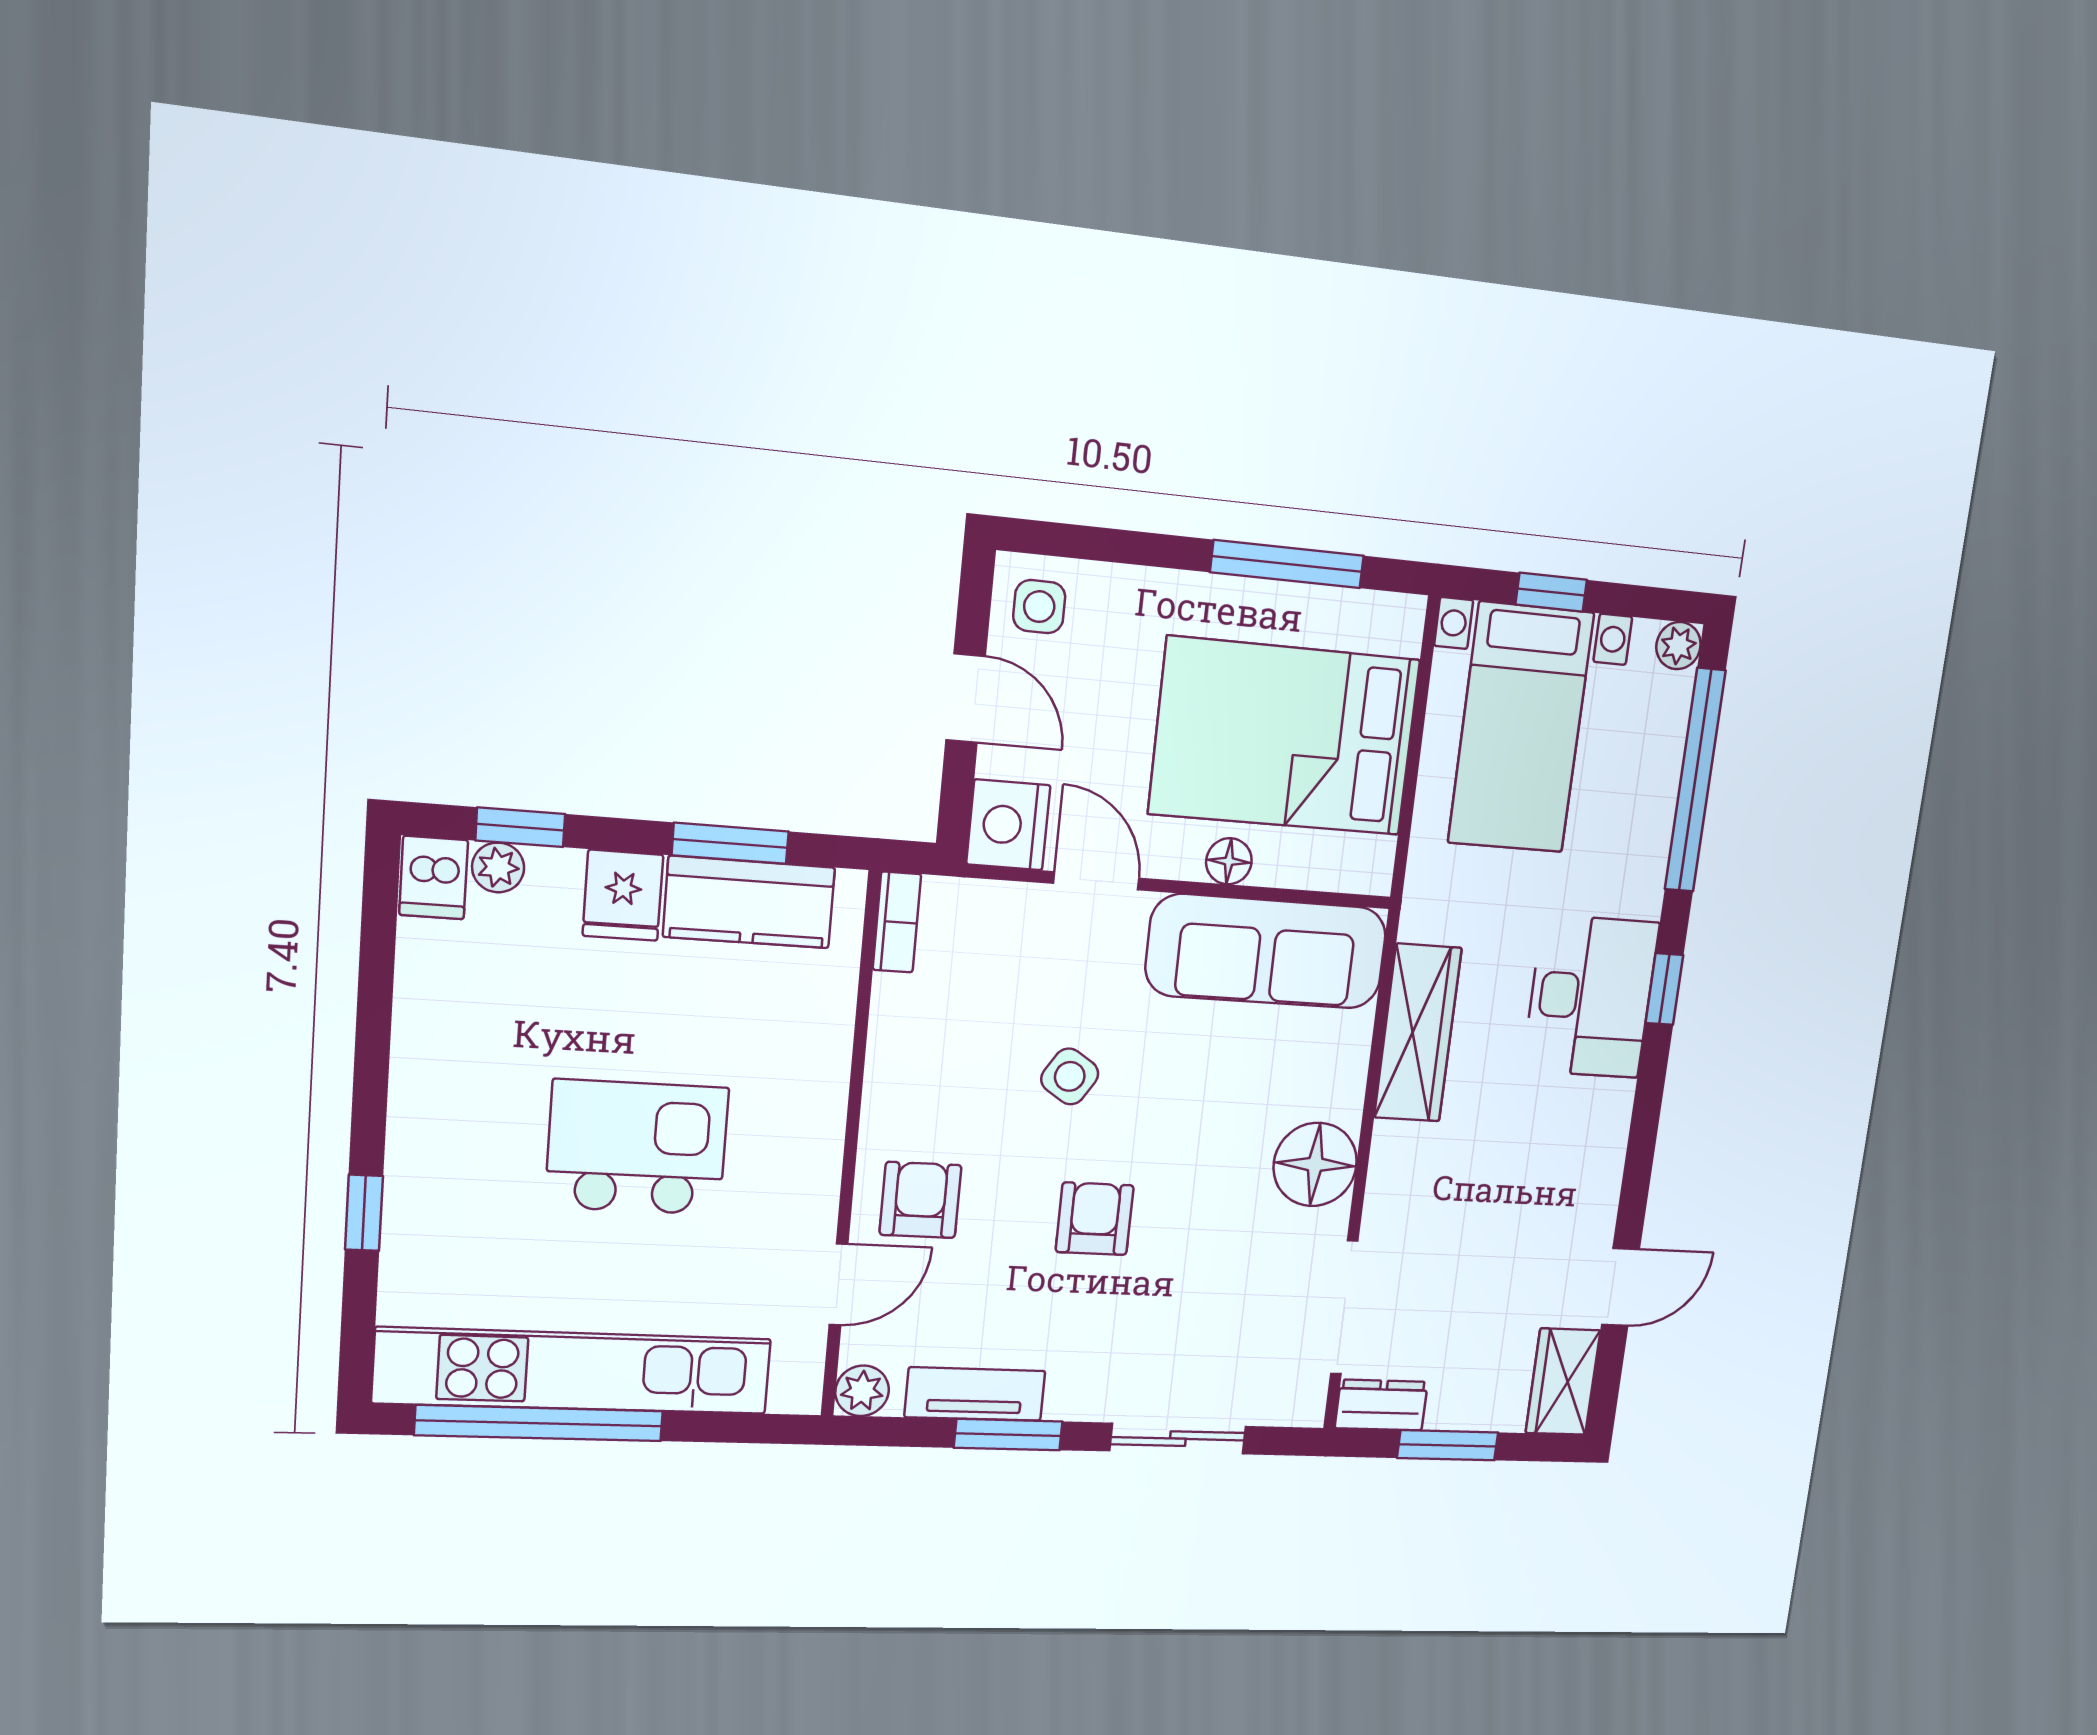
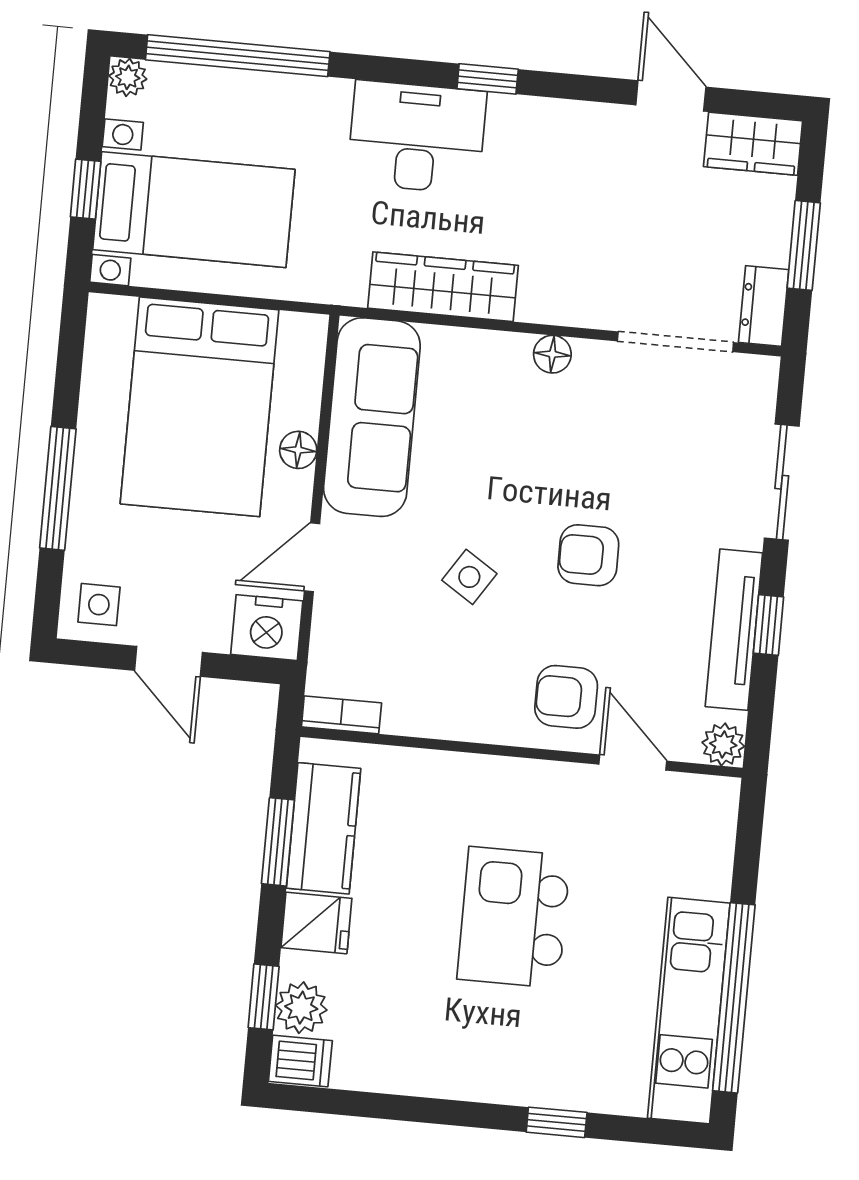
window: (1287, 564) -> (58, 488), moved
door: (966, 698) -> (168, 661), swing flipped
plant: (498, 867) -> (301, 1008), width x1.38, depth x1.38
window: (1664, 989) -> (488, 79), moved
floor lamp: (1315, 1164) -> (552, 354), width x0.53, depth x0.53
kitchen unit: (574, 1371) -> (689, 1011), width x0.73
tv unit: (975, 1394) -> (734, 630), width x1.41
window: (1008, 1435) -> (768, 625), width x0.67

